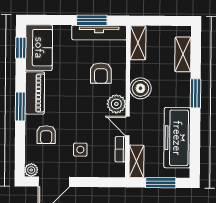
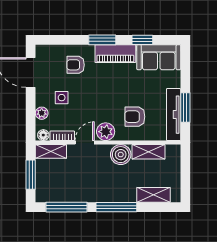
shelving: (138, 43) -> (149, 152), moved
window: (21, 48) -> (142, 40), moved
window: (195, 93) -> (116, 207), width x1.44
freezer: (177, 138) -> (74, 190), removed
window: (195, 145) -> (67, 207), added
floor lamp: (119, 169) -> (43, 135), added
plant: (31, 170) -> (42, 113), moved

